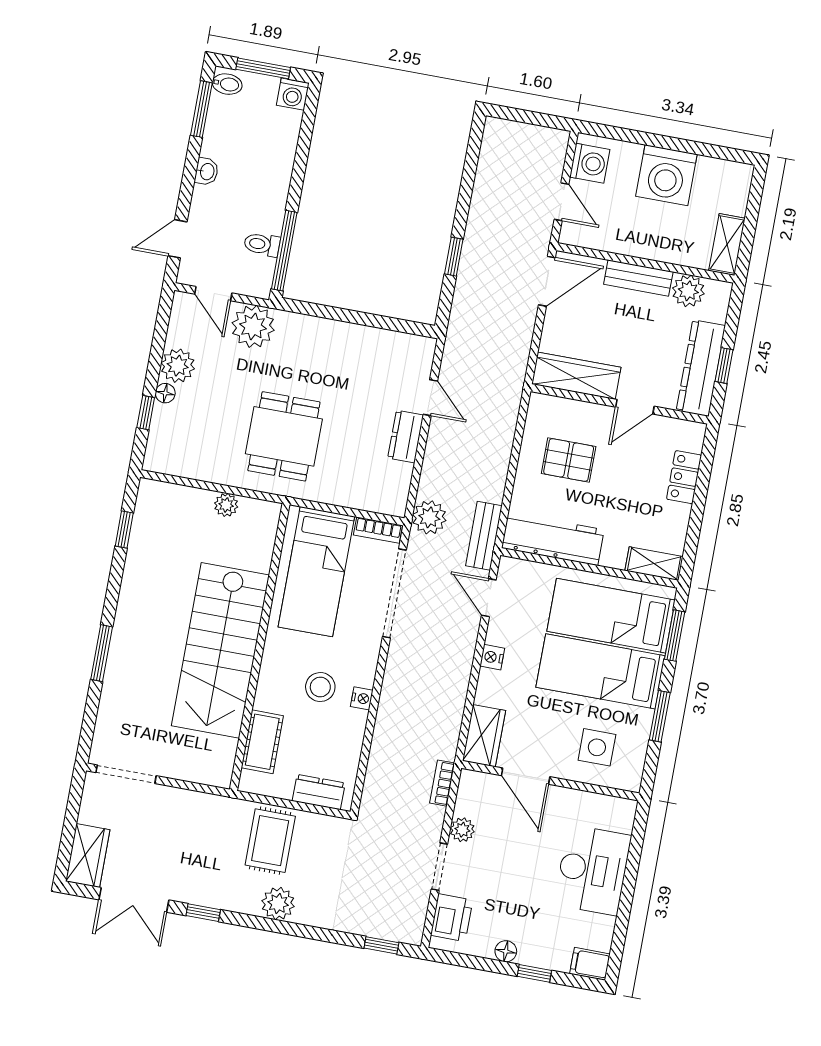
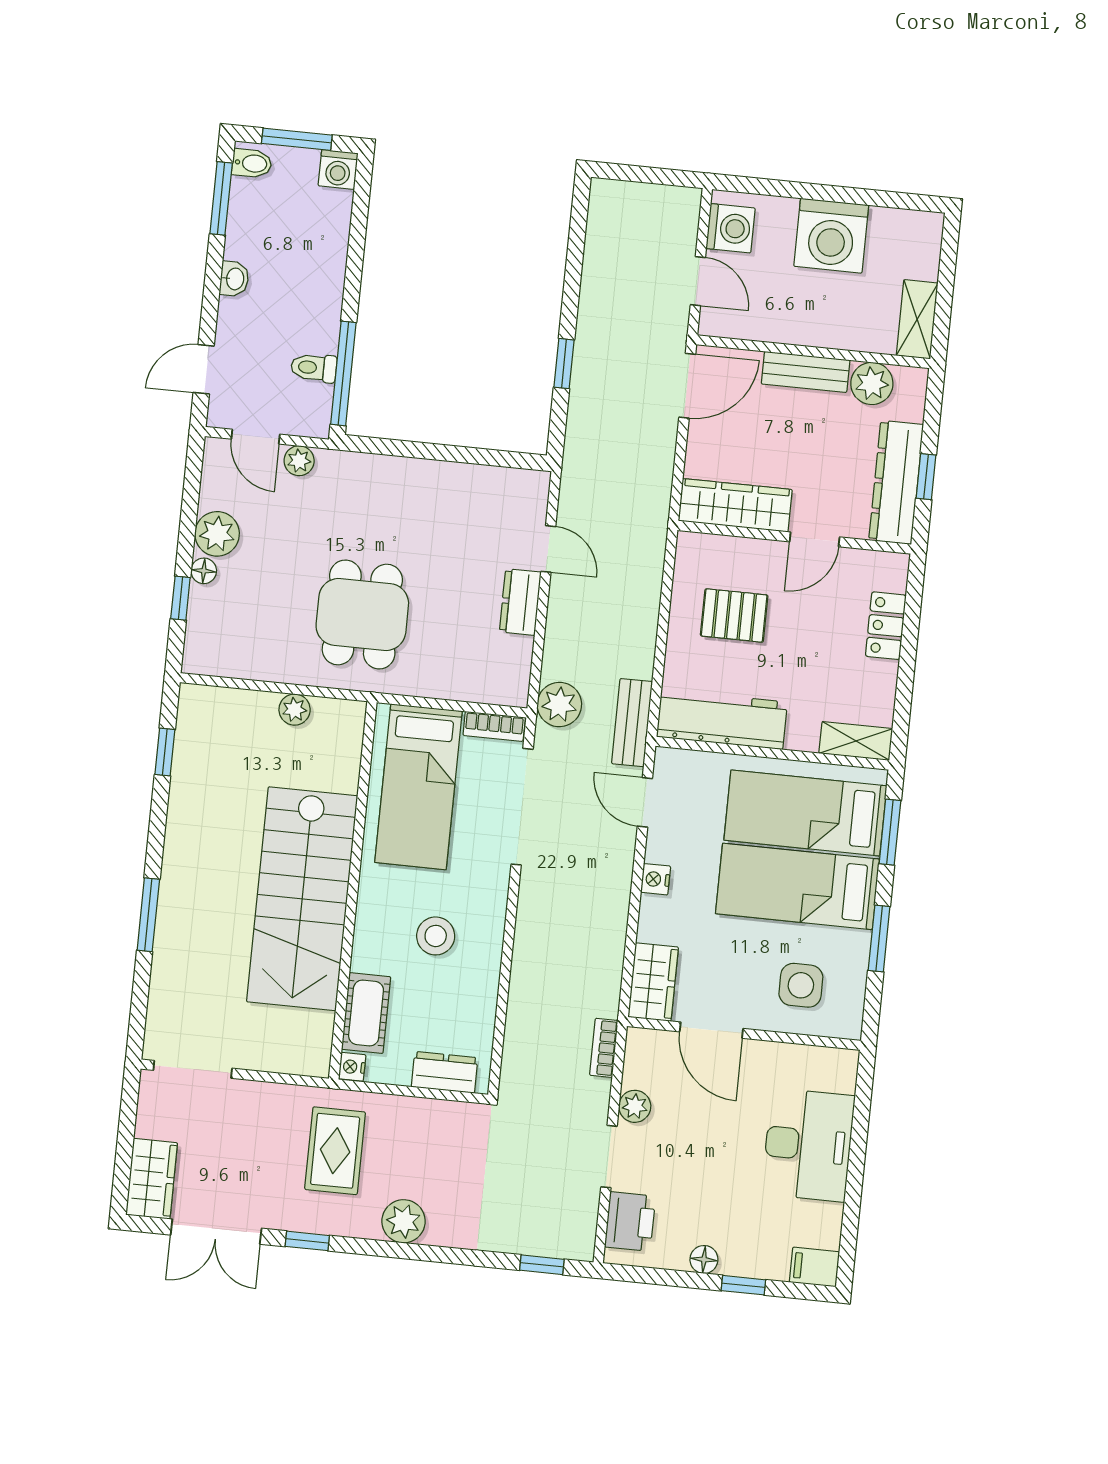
plant: (253, 326) -> (299, 461), width x0.53, depth x0.53
nightstand: (362, 698) -> (352, 1067), moved, turned 180
rug: (270, 841) -> (335, 1151), moved

